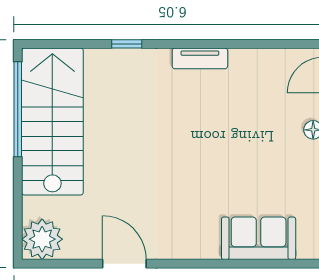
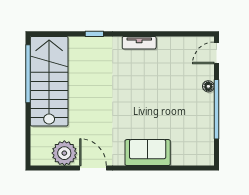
sofa: (259, 238) -> (148, 153), moved
plant: (42, 239) -> (64, 153), moved

